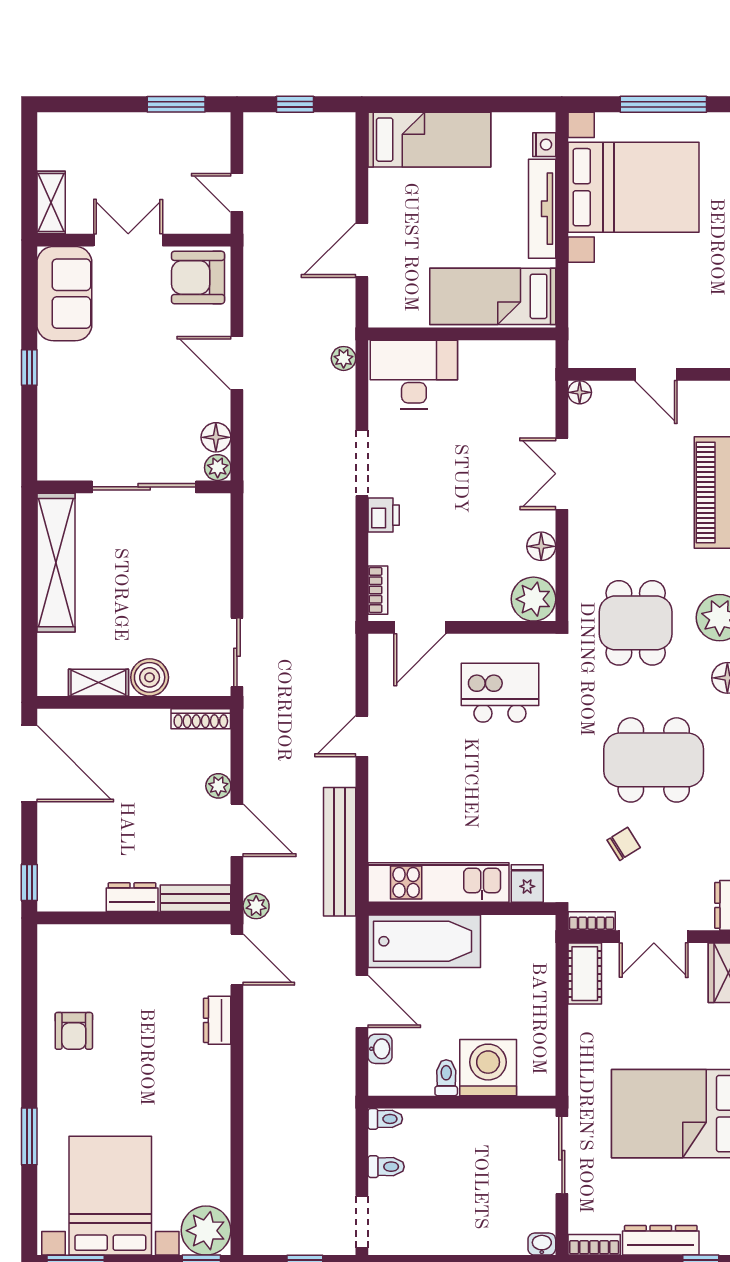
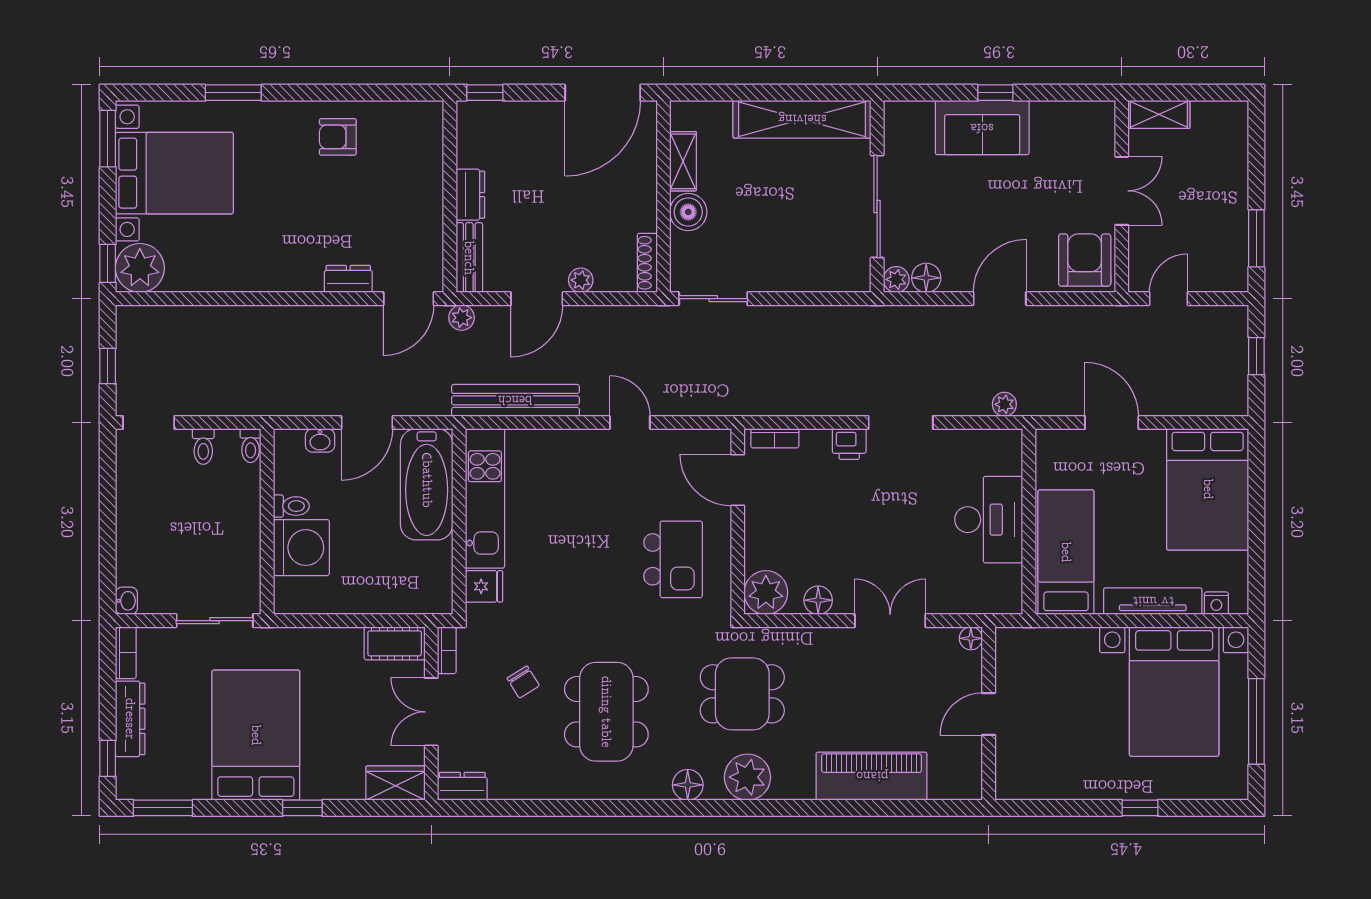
bed: (429, 140) -> (1208, 489), width x1.50
sofa: (64, 294) -> (982, 128), moved
desk: (414, 374) -> (989, 520), moved

